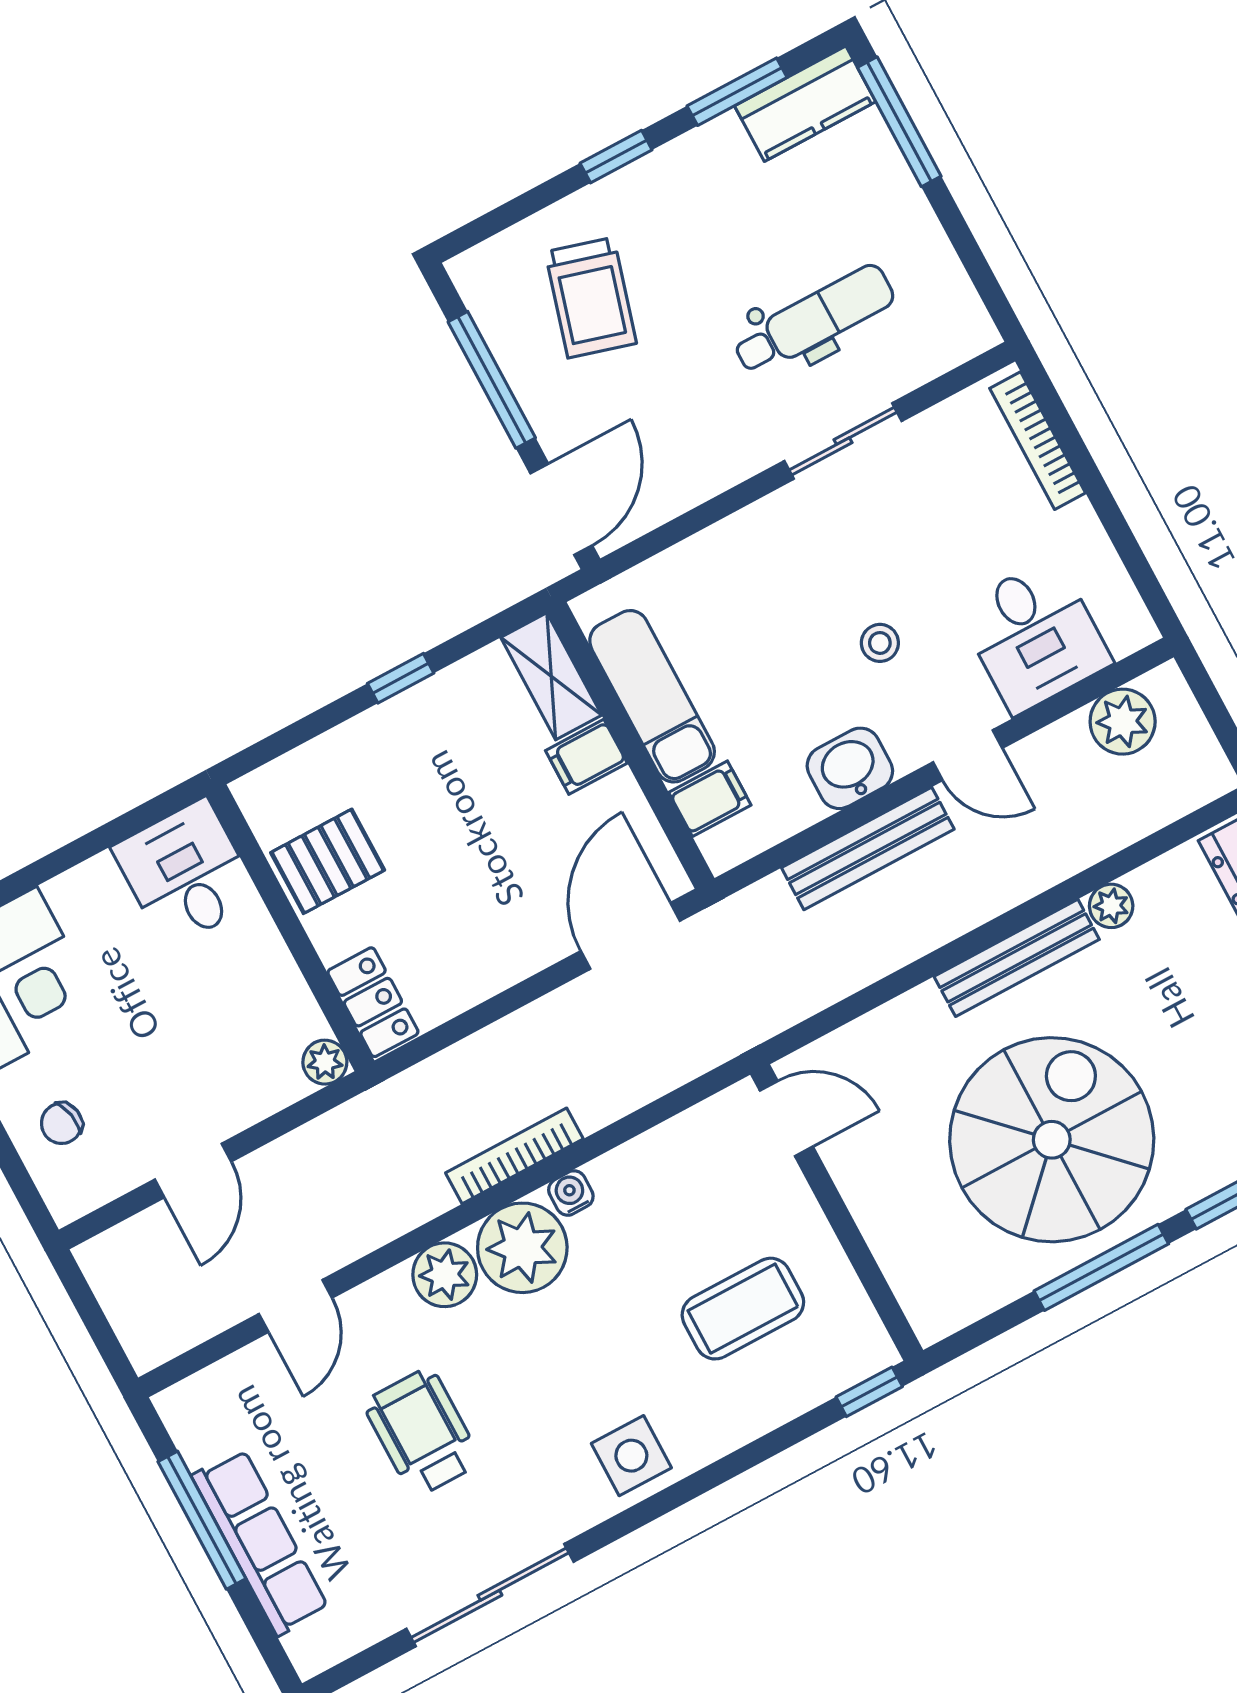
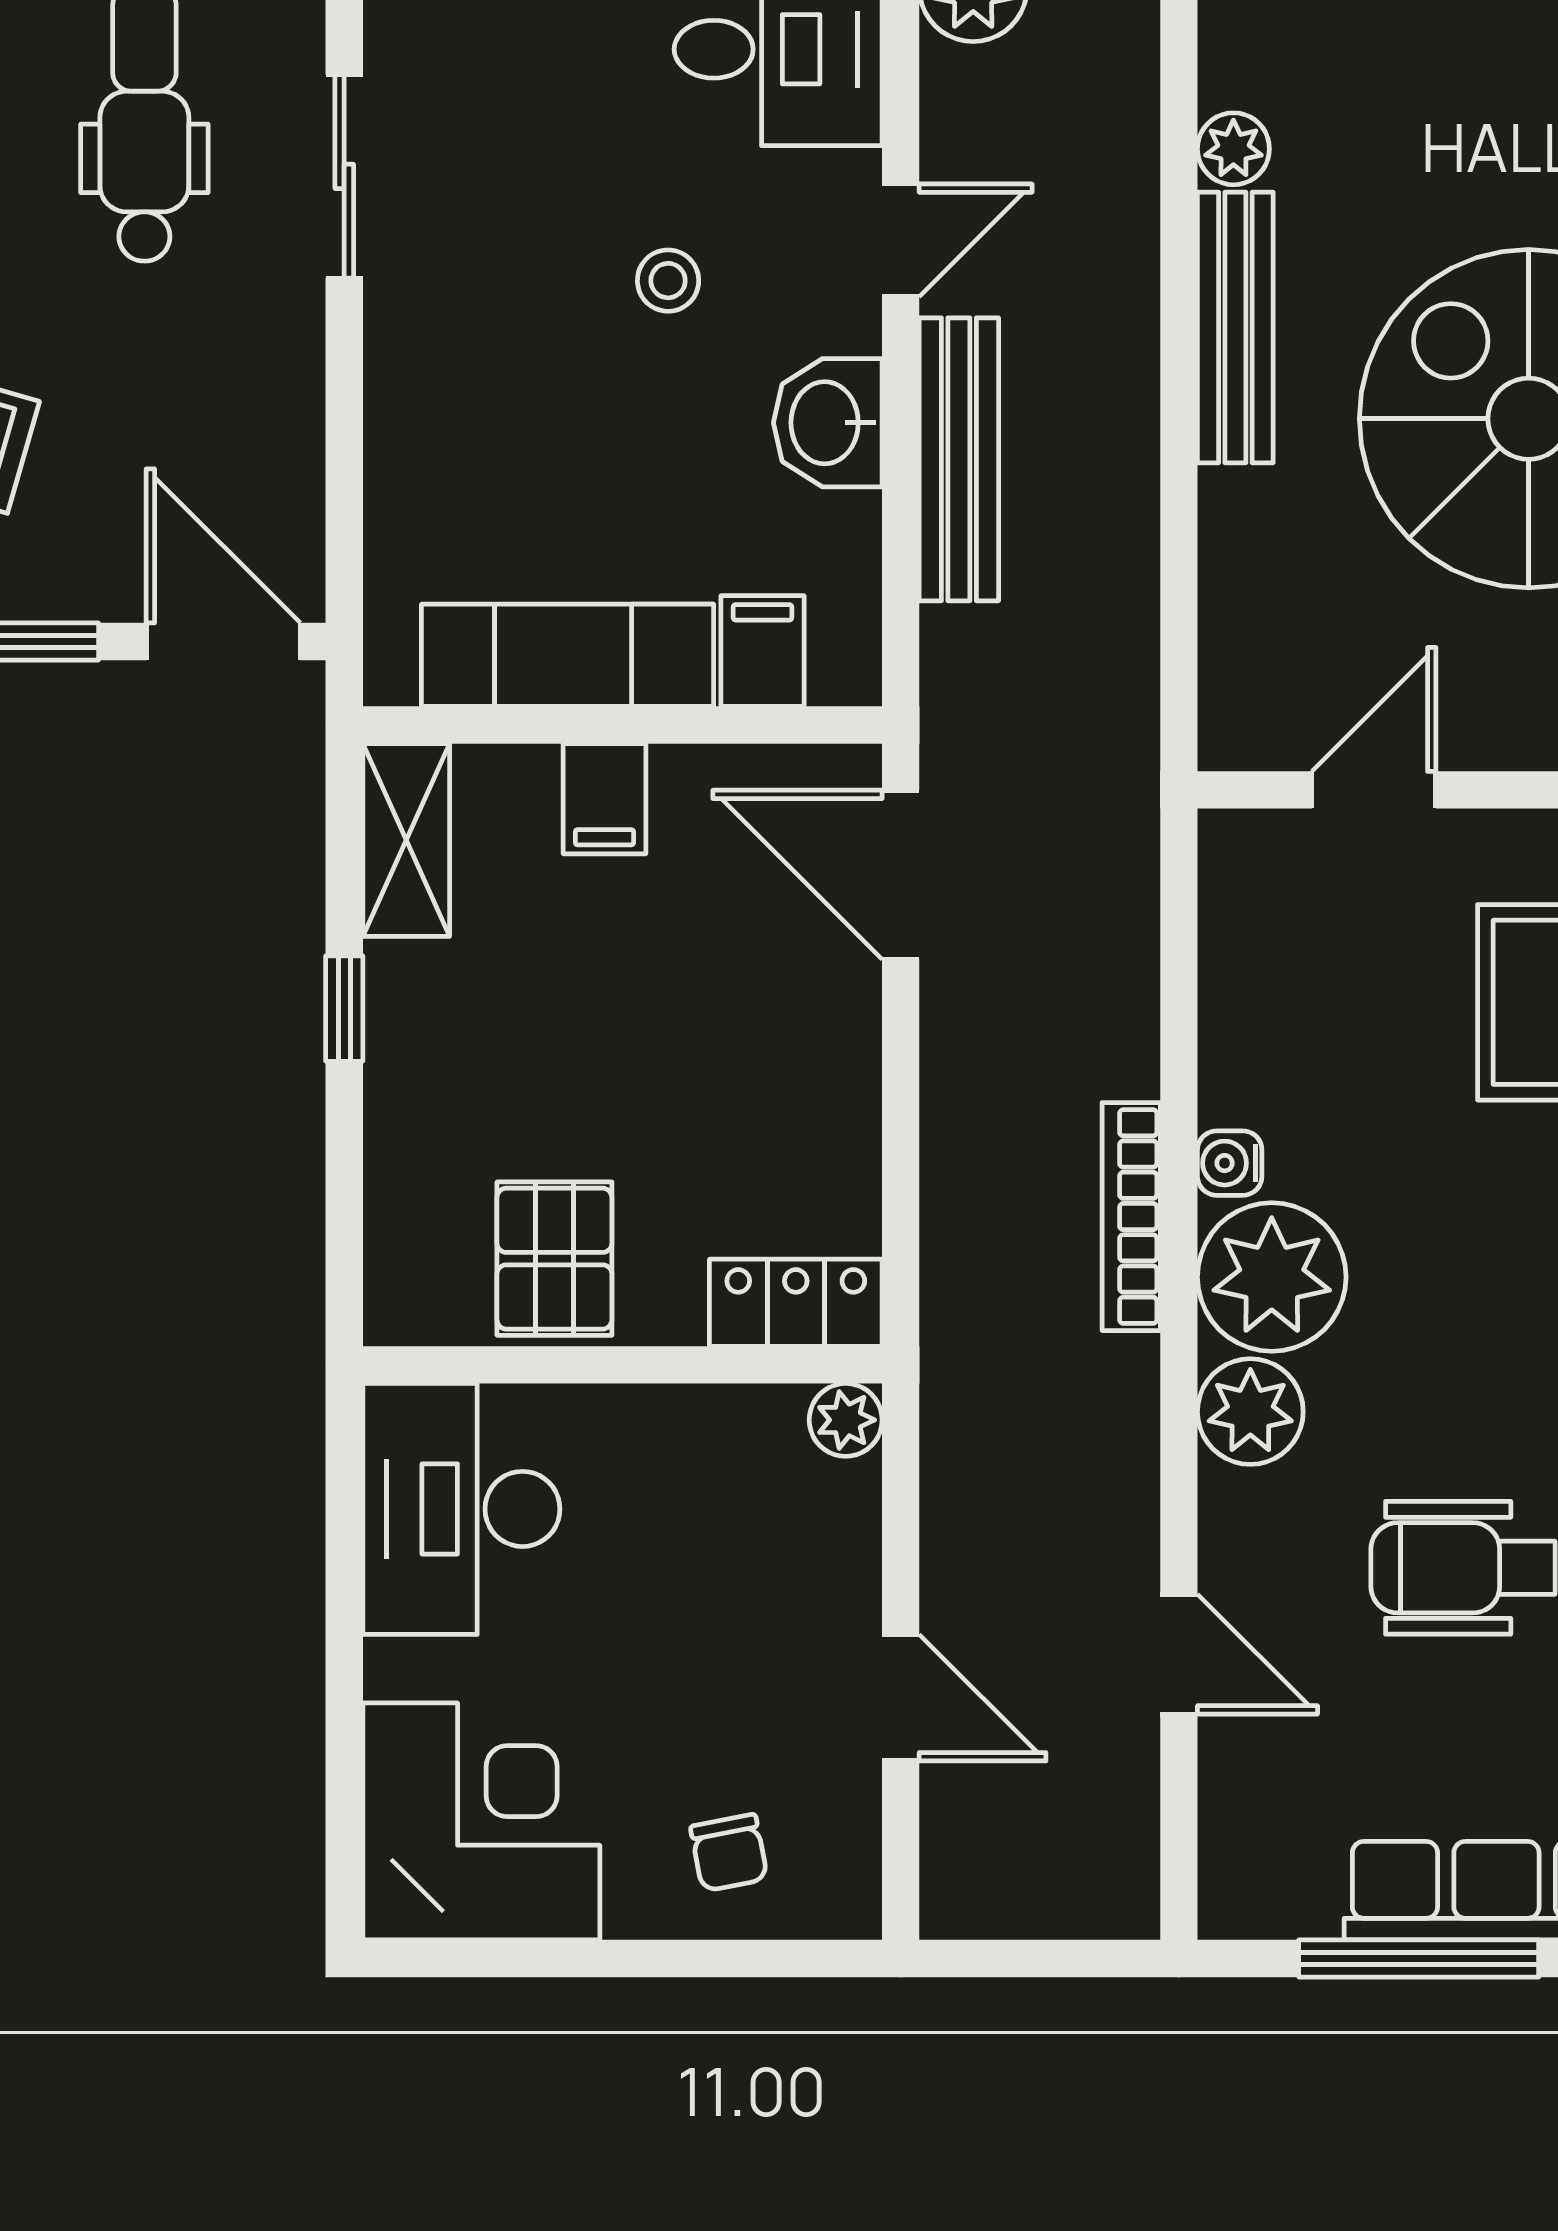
shelving: (551, 676) -> (406, 840), moved, turned 90
desk: (186, 873) -> (461, 1509), width x1.37
door: (786, 1119) -> (1374, 790), moved

